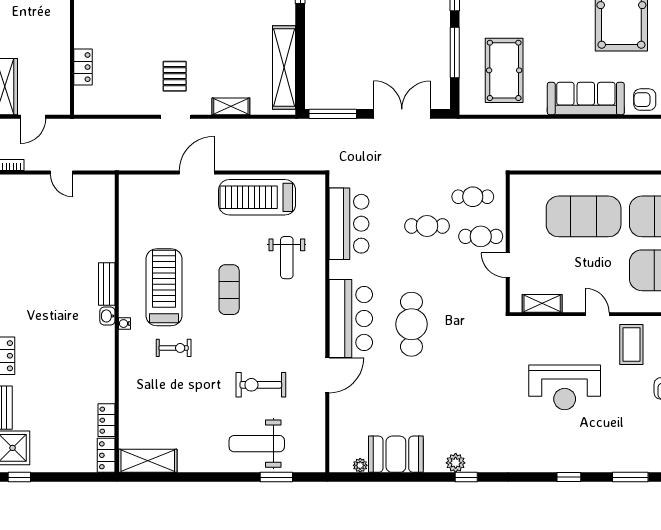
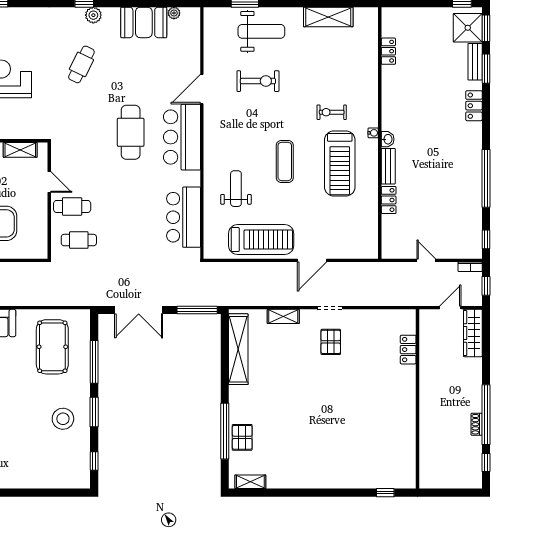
cafe table: (427, 226) -> (81, 64), moved, turned -64
locker: (106, 455) -> (389, 200), moved
shelving: (148, 461) -> (328, 17), moved

